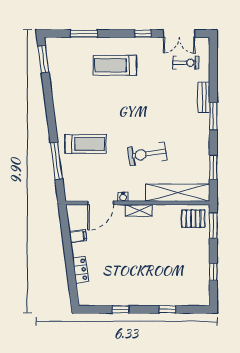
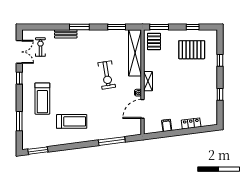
treadmill: (86, 144) -> (72, 121), moved, turned 90
door: (101, 203) -> (142, 109), swing flipped
pallet: (182, 270) -> (192, 50), added

